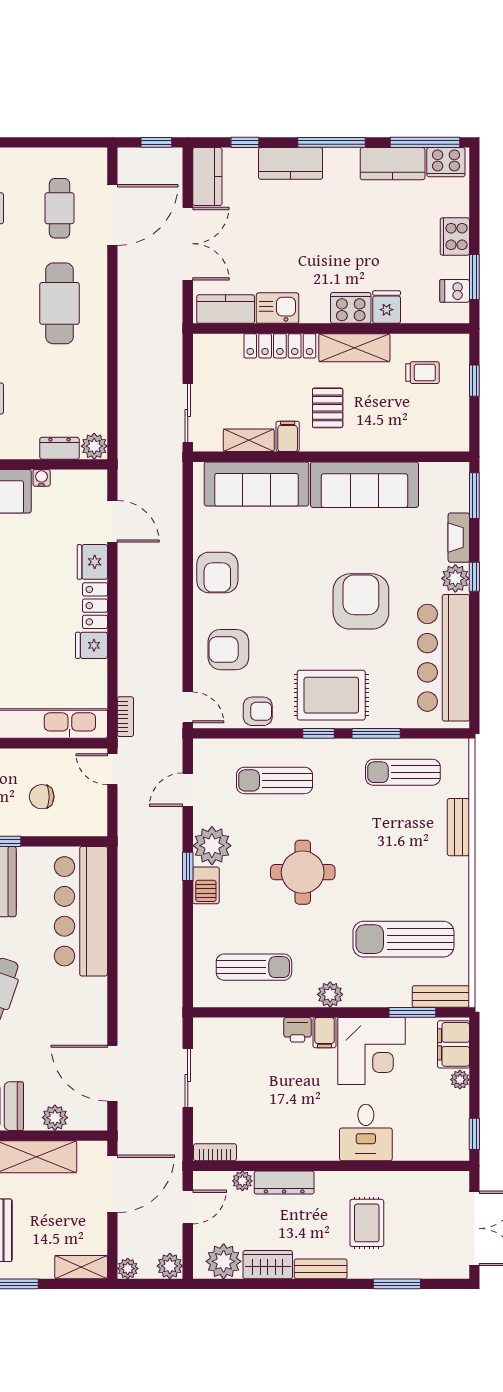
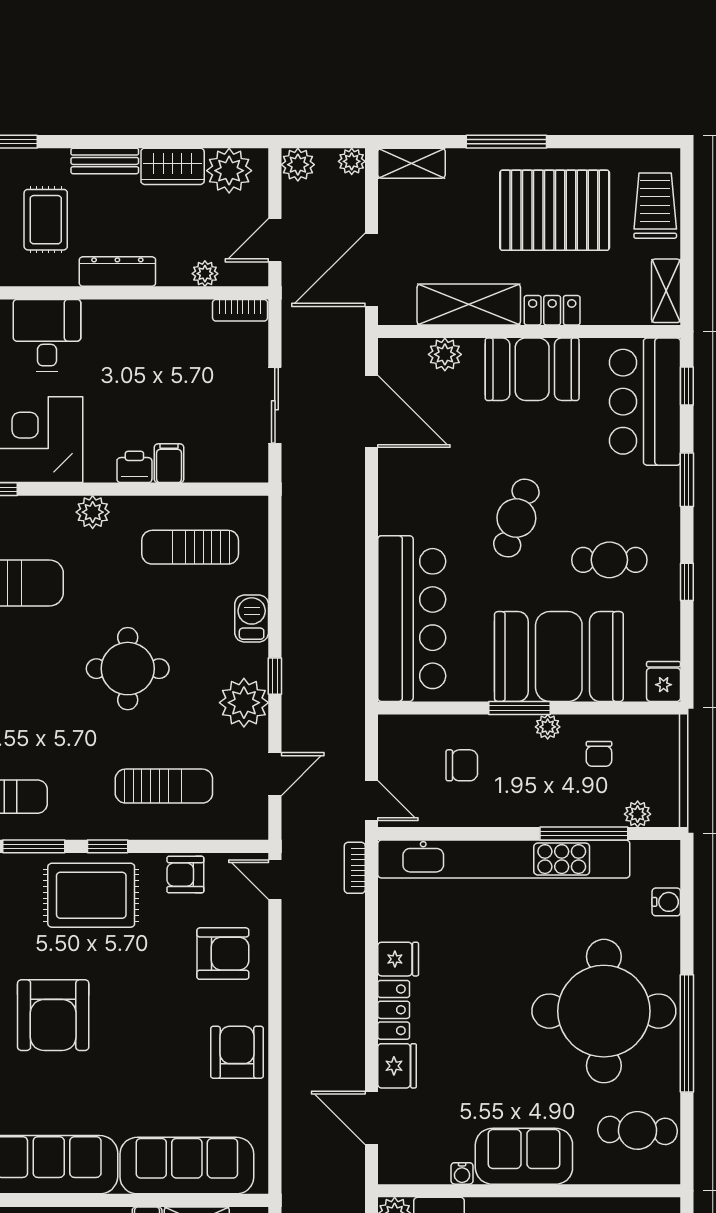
barbecue: (206, 885) -> (252, 619), moved
filing cabinet: (324, 1033) -> (169, 463), moved
dresser: (284, 1182) -> (117, 272), moved

